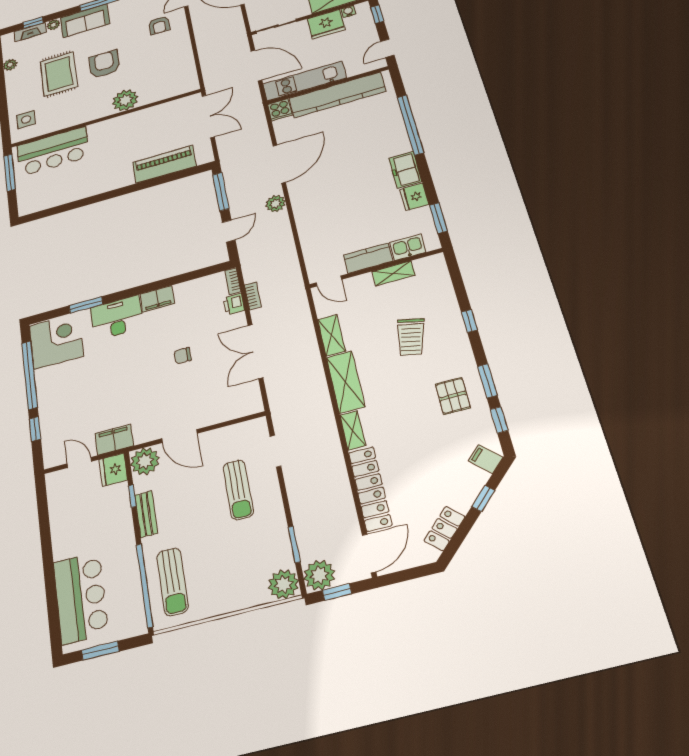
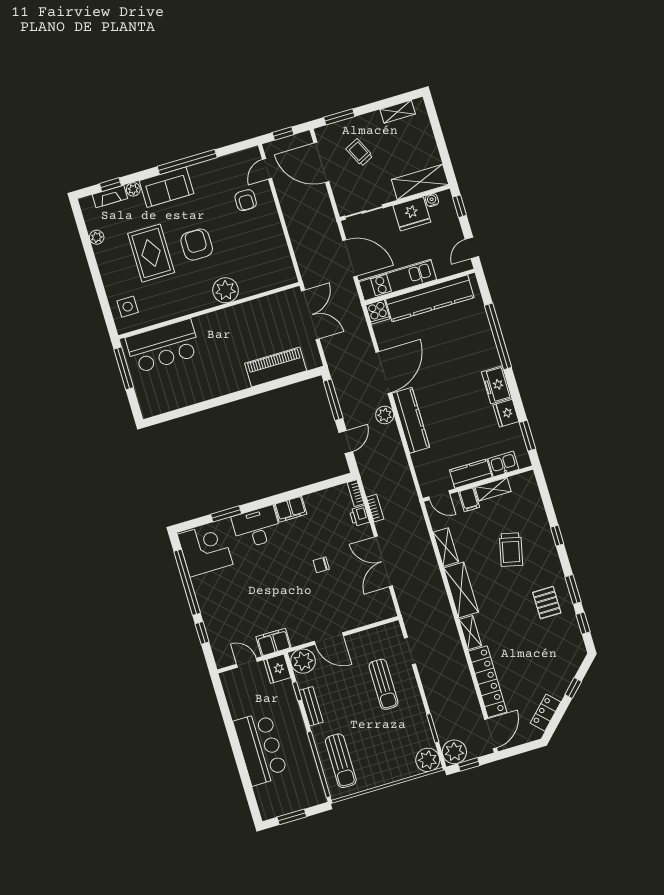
kitchen counter: (304, 208) -> (411, 420), added
filing cabinet: (485, 459) -> (469, 500), moved, turned -135
bar counter: (81, 598) -> (260, 748), moved

